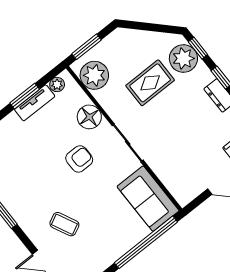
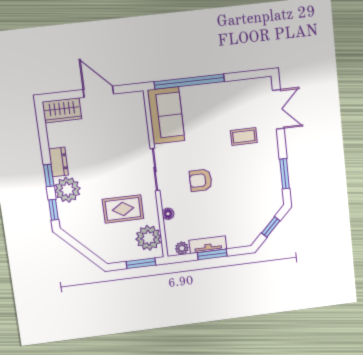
plant: (183, 58) -> (67, 190), moved
rug: (150, 83) -> (123, 209), moved
floor lamp: (89, 117) -> (168, 214), width x0.53, depth x0.53
coffee table: (64, 224) -> (244, 136), turned -64

